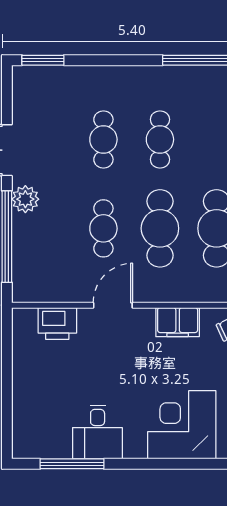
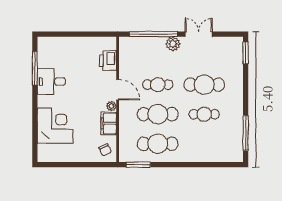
cafe table: (103, 139) -> (204, 85), width x1.37, depth x1.35
plant: (144, 317) -> (111, 106), added

